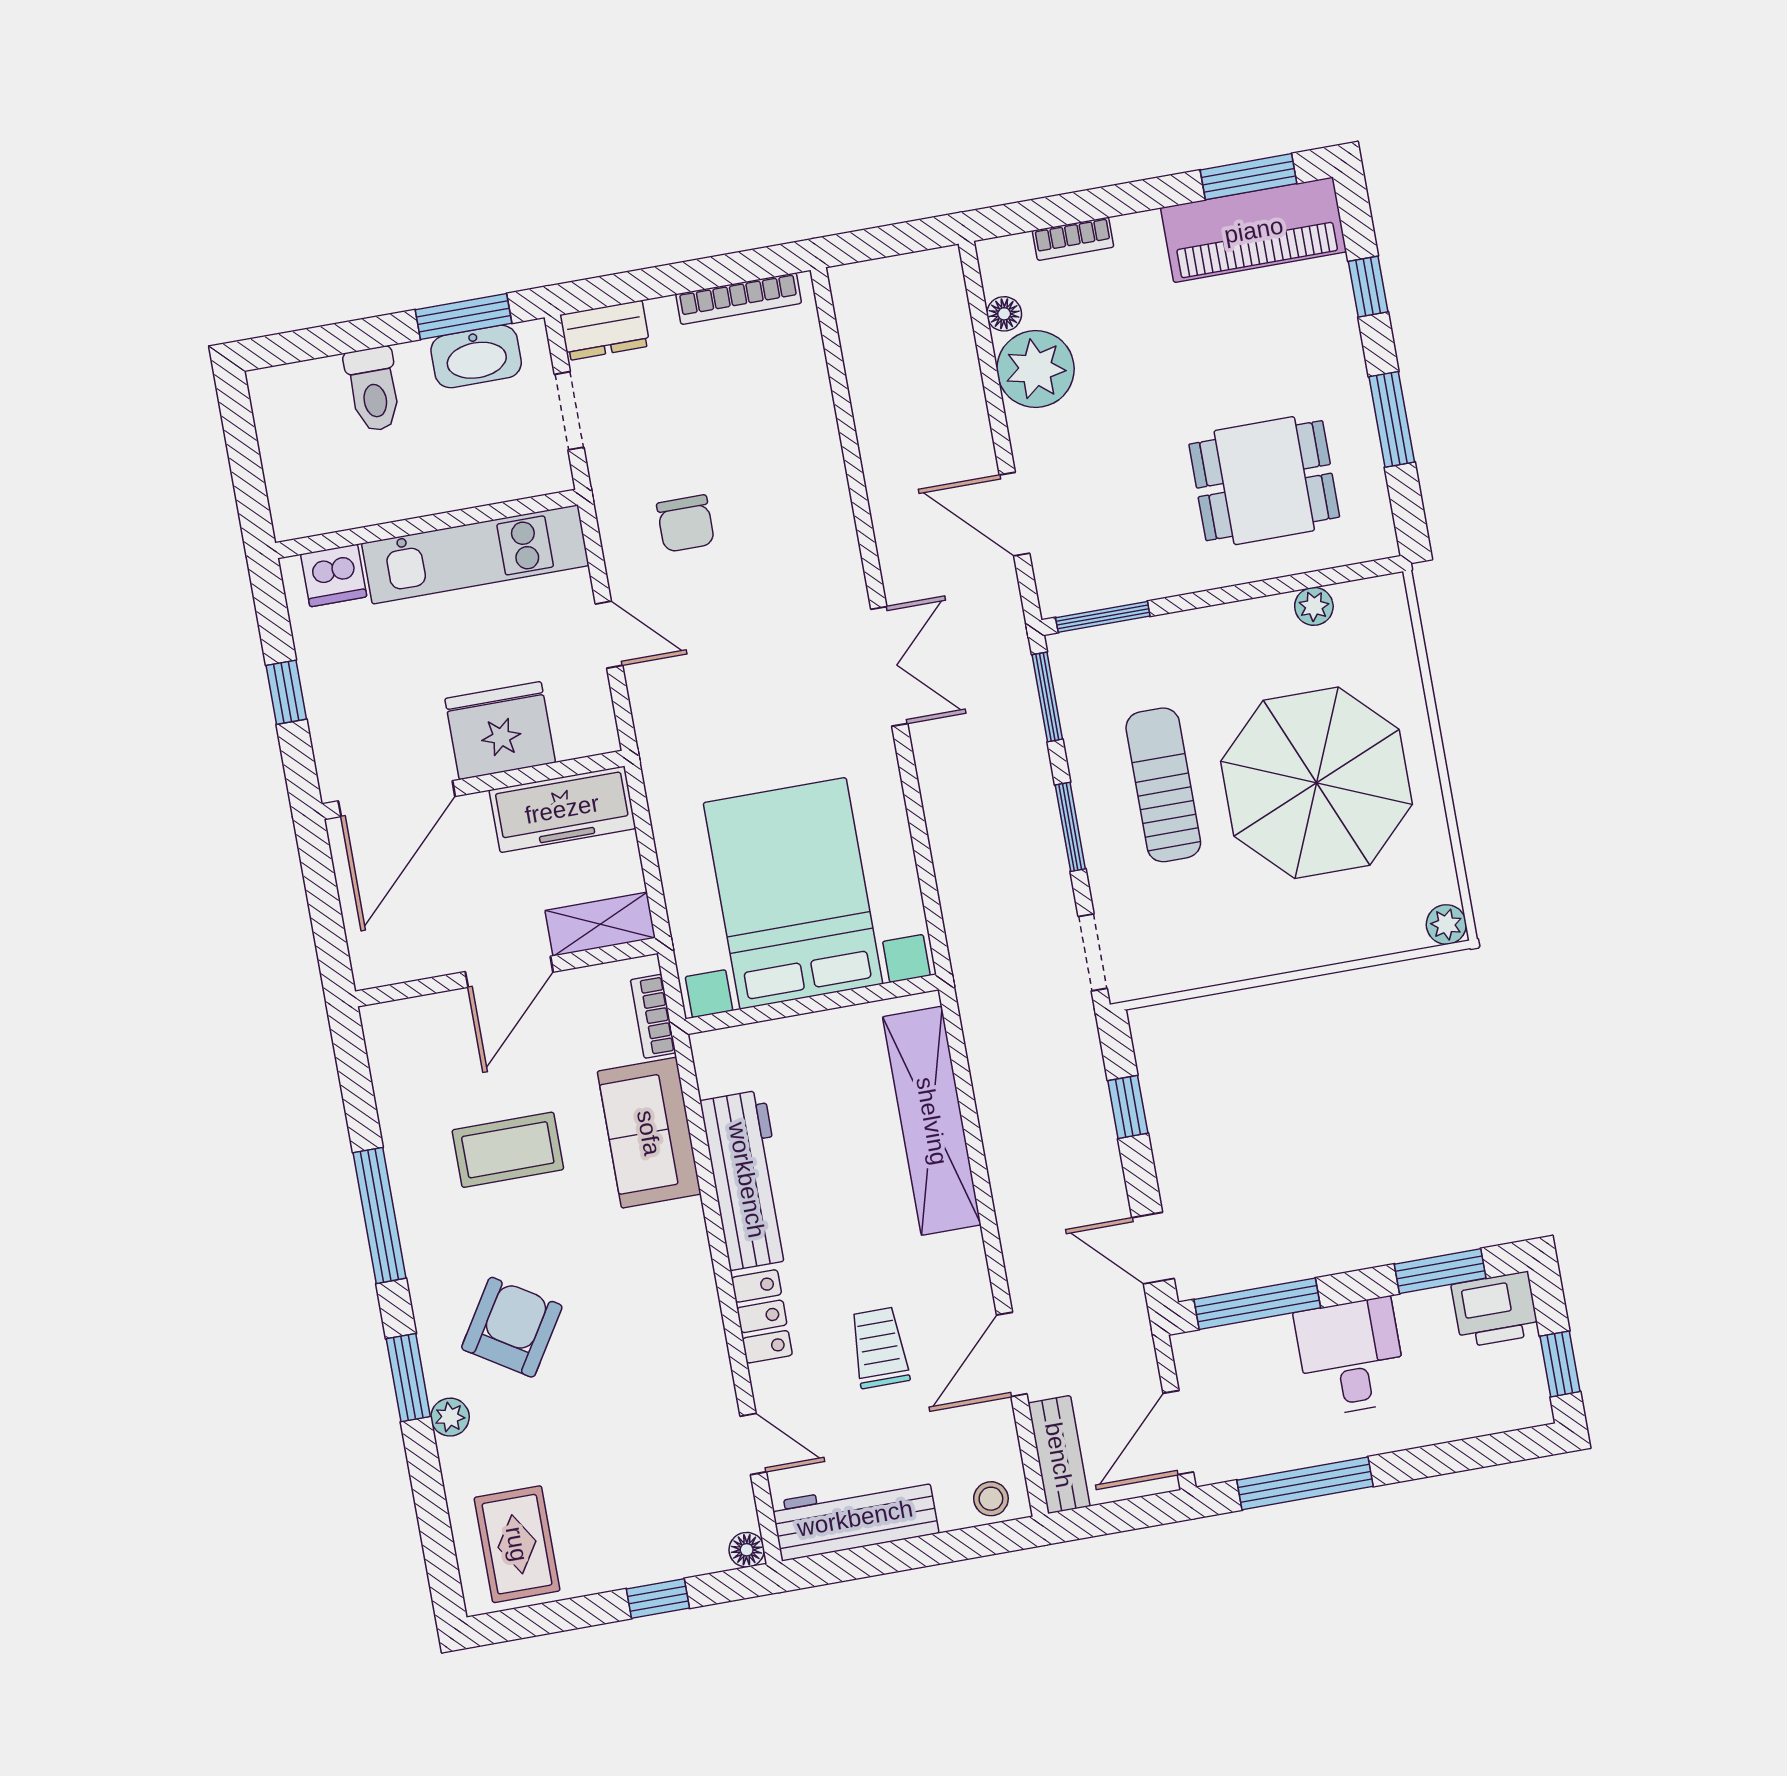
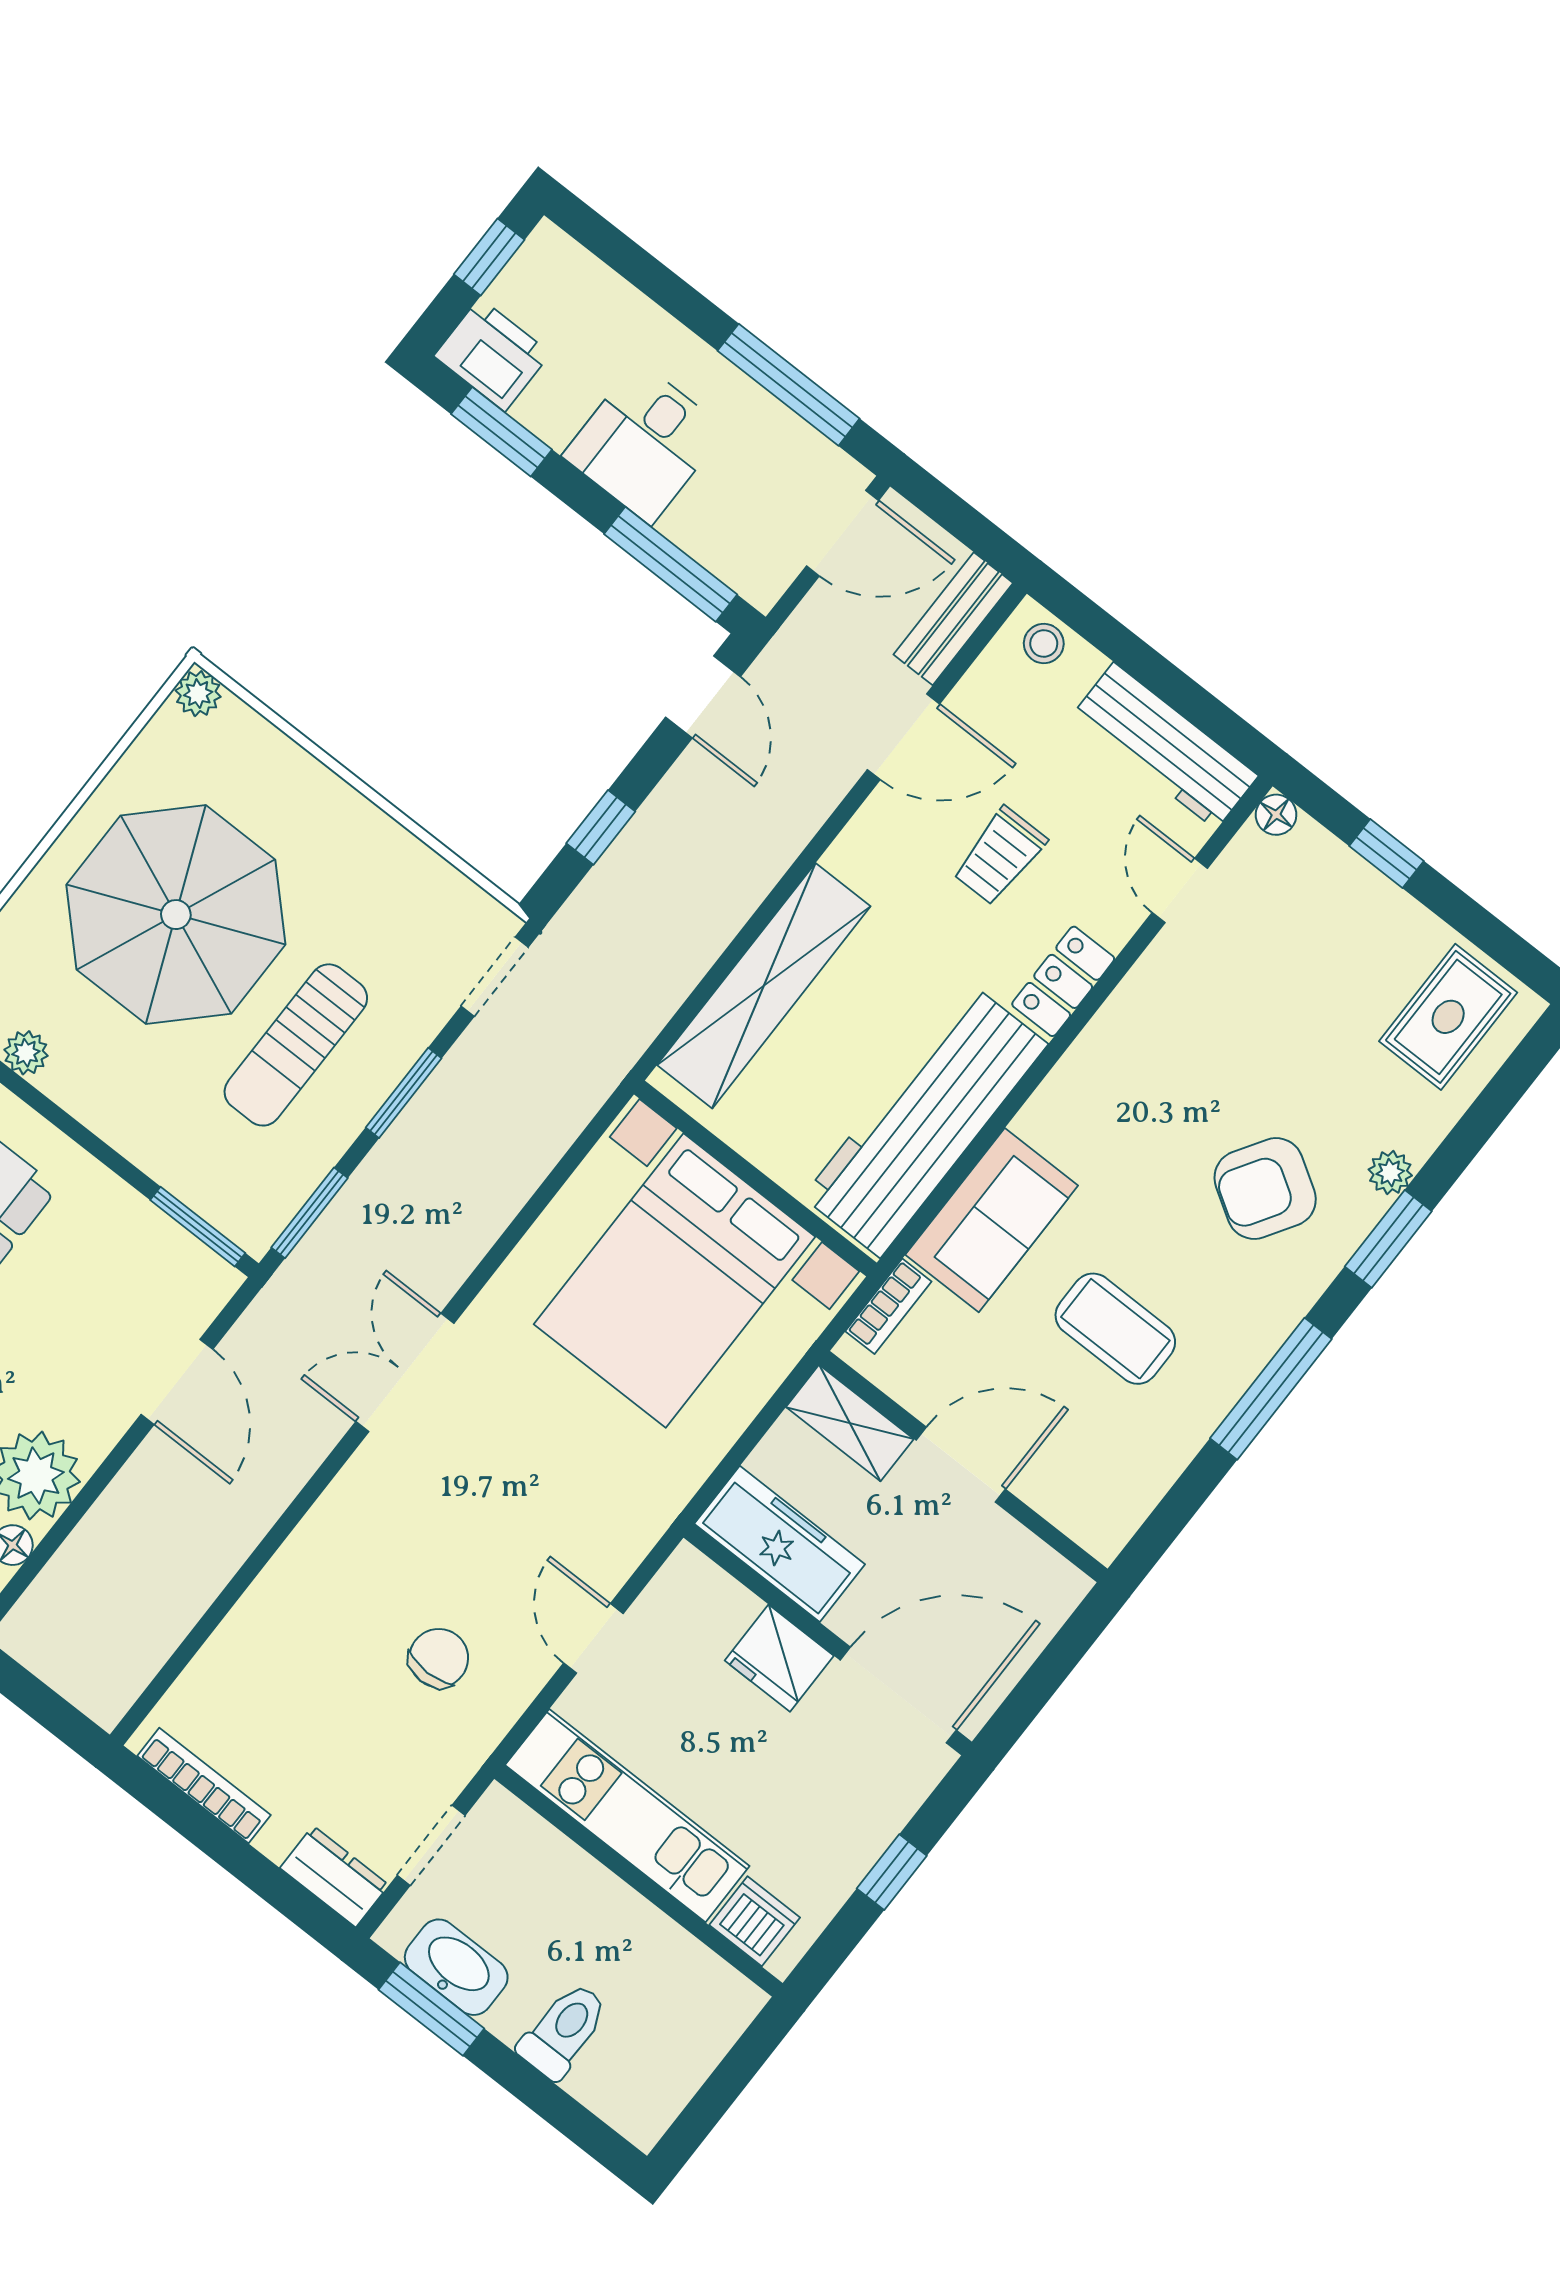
fridge: (500, 731) -> (779, 1658), width x0.73, depth x0.75
workbench: (747, 1180) -> (925, 1121), width x1.36, depth x1.32

